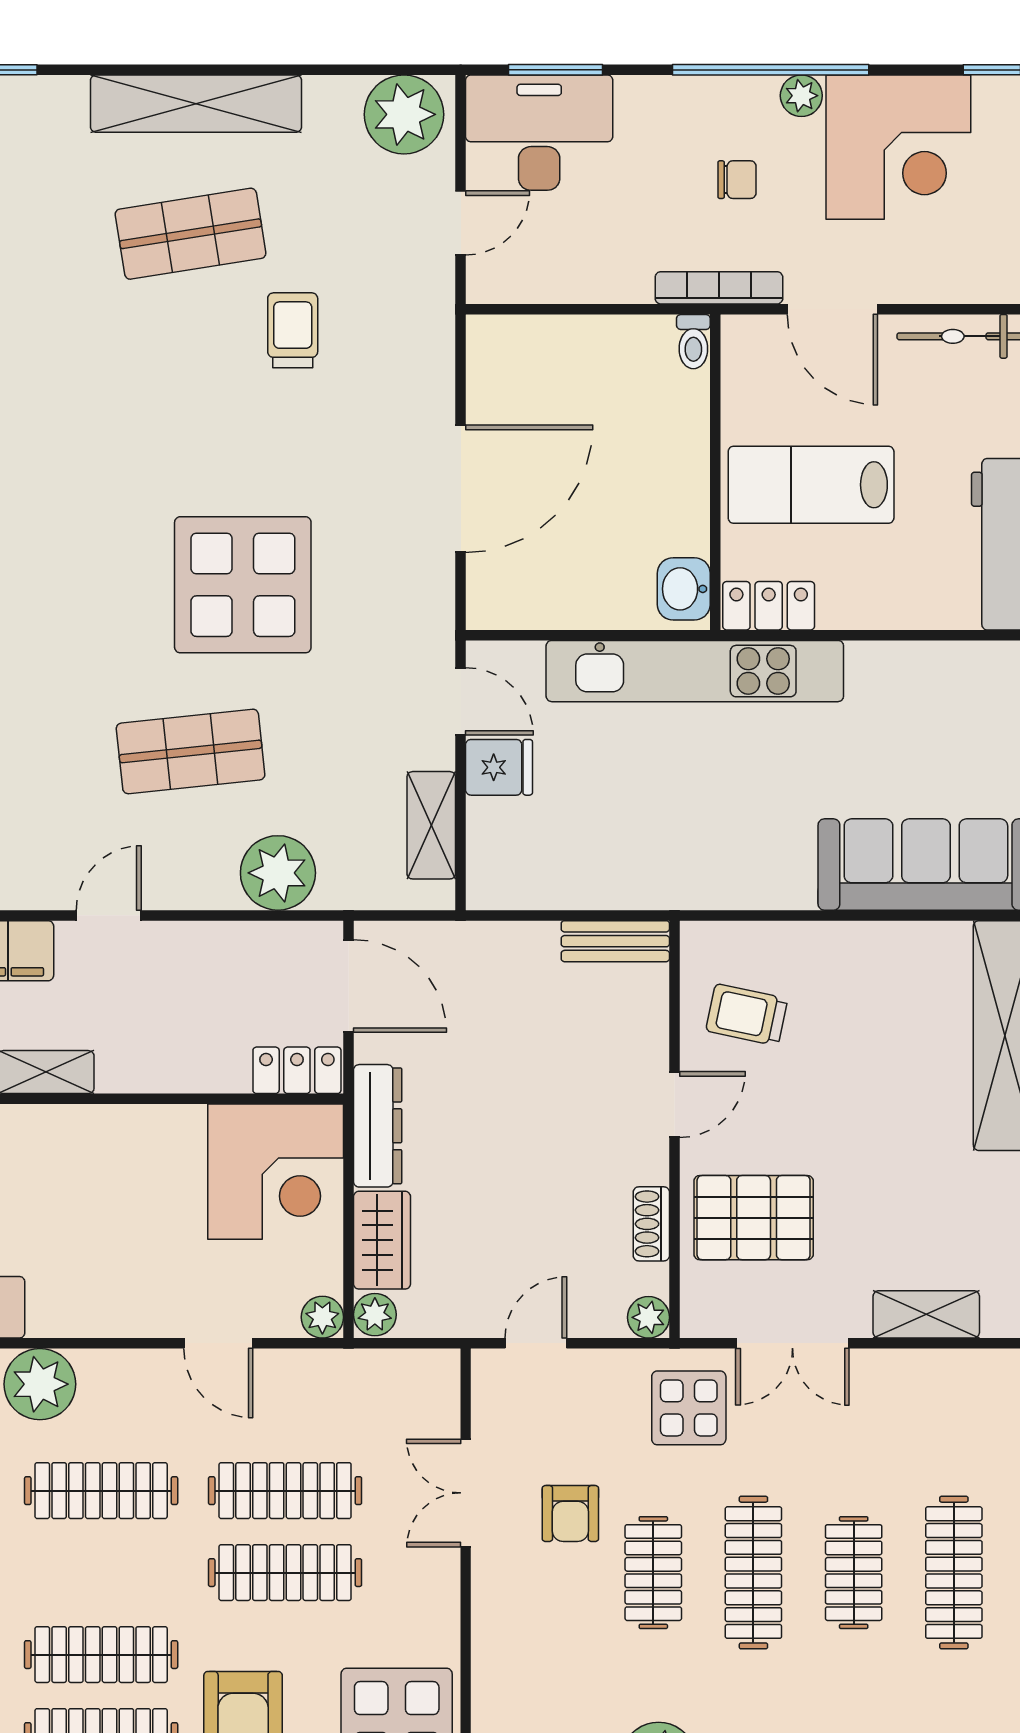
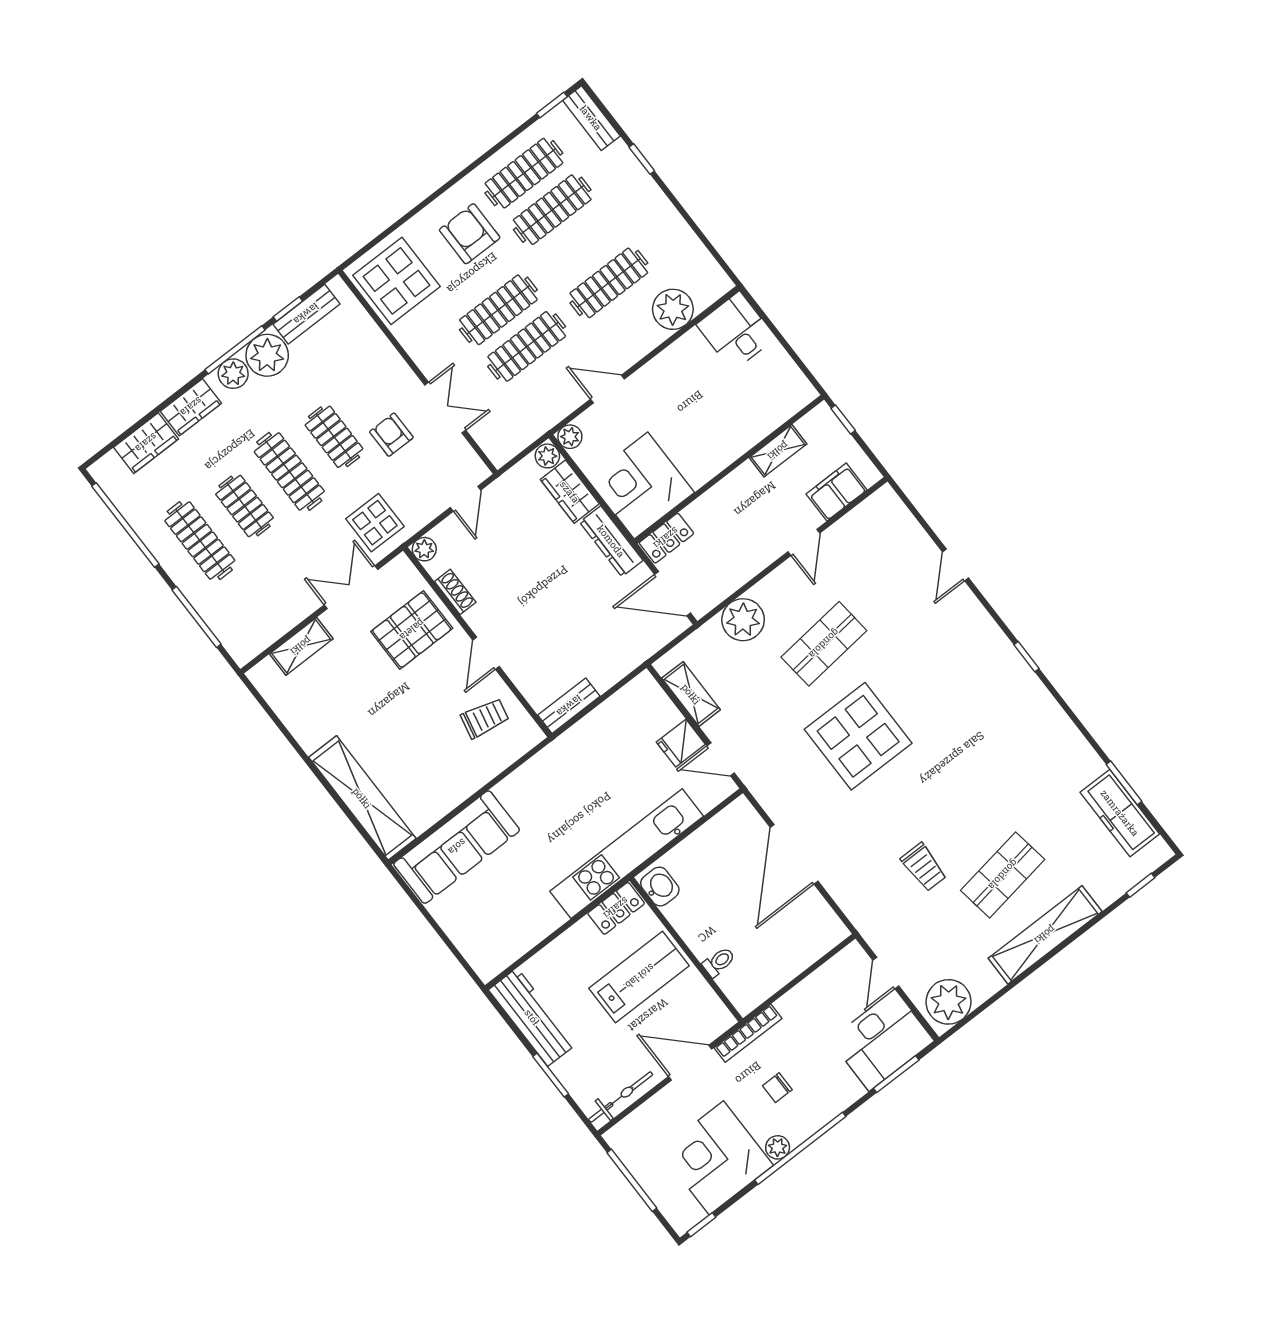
toilet: (693, 342) -> (719, 962), moved, turned 90

